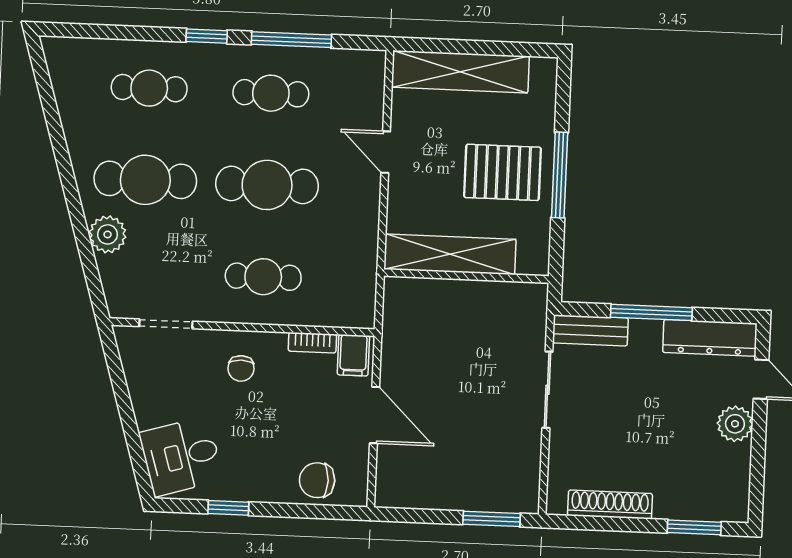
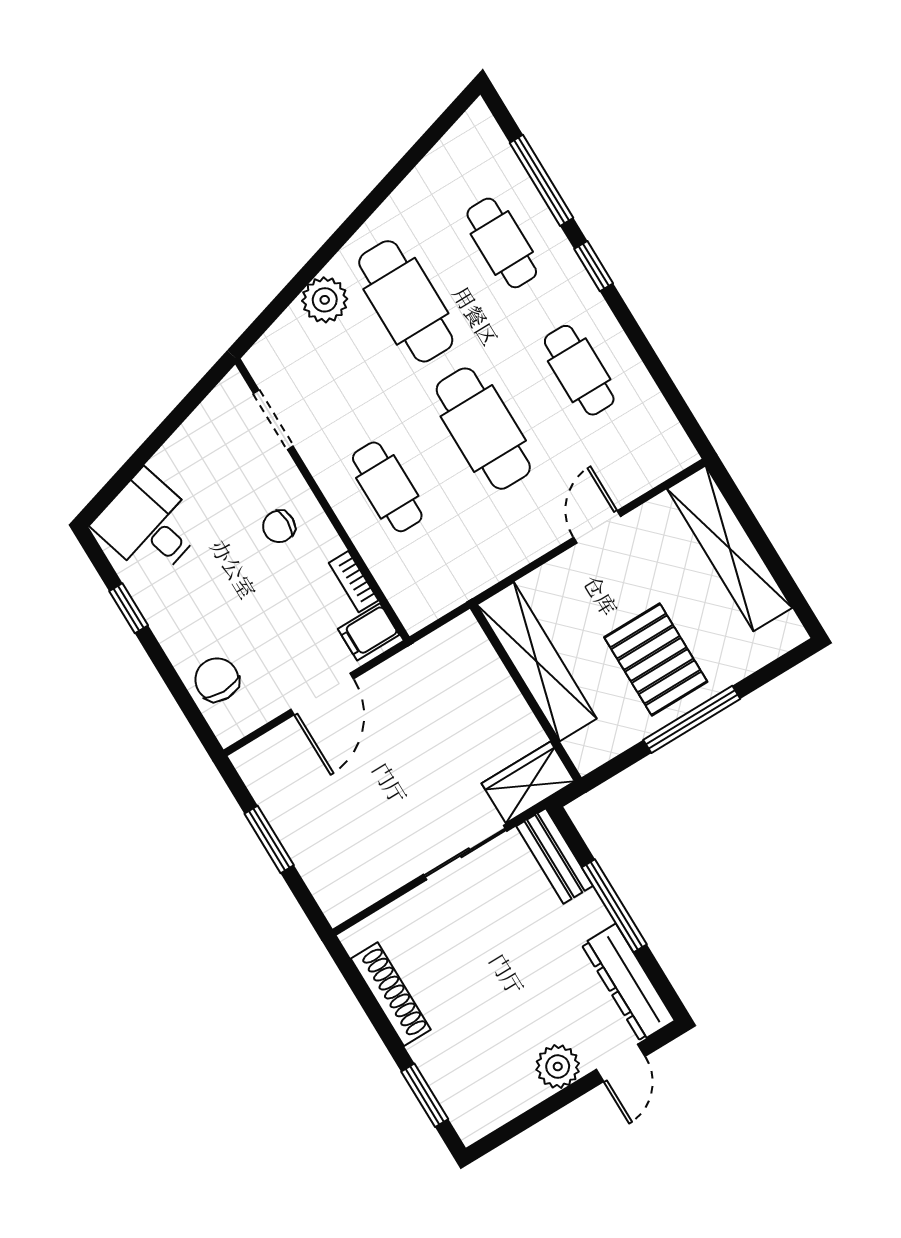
window: (291, 40) -> (542, 180), moved
wardrobe: (528, 315) -> (528, 782), added
window: (492, 519) -> (269, 839), moved

